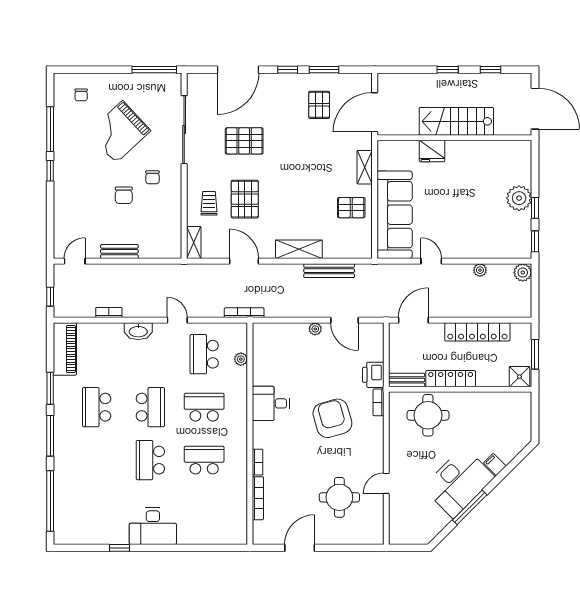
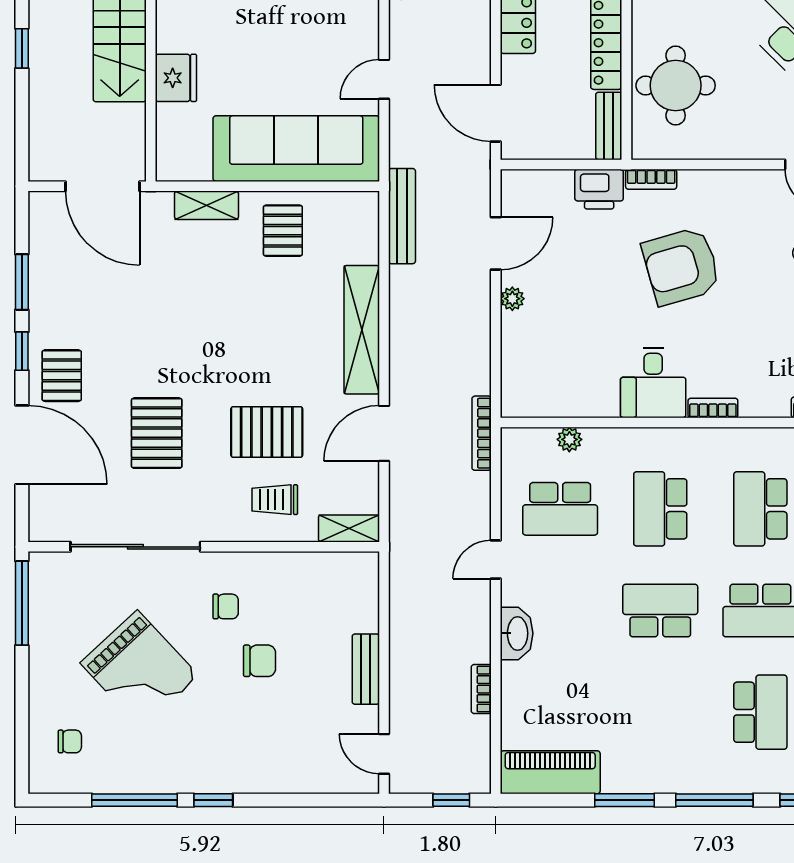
pallet: (319, 105) -> (62, 376), moved, turned 90
shelving: (299, 249) -> (362, 330), width x1.47
bench: (329, 271) -> (402, 216), moved
school desk: (97, 407) -> (760, 712), moved, turned -90
bookcase: (257, 462) -> (713, 408), moved

